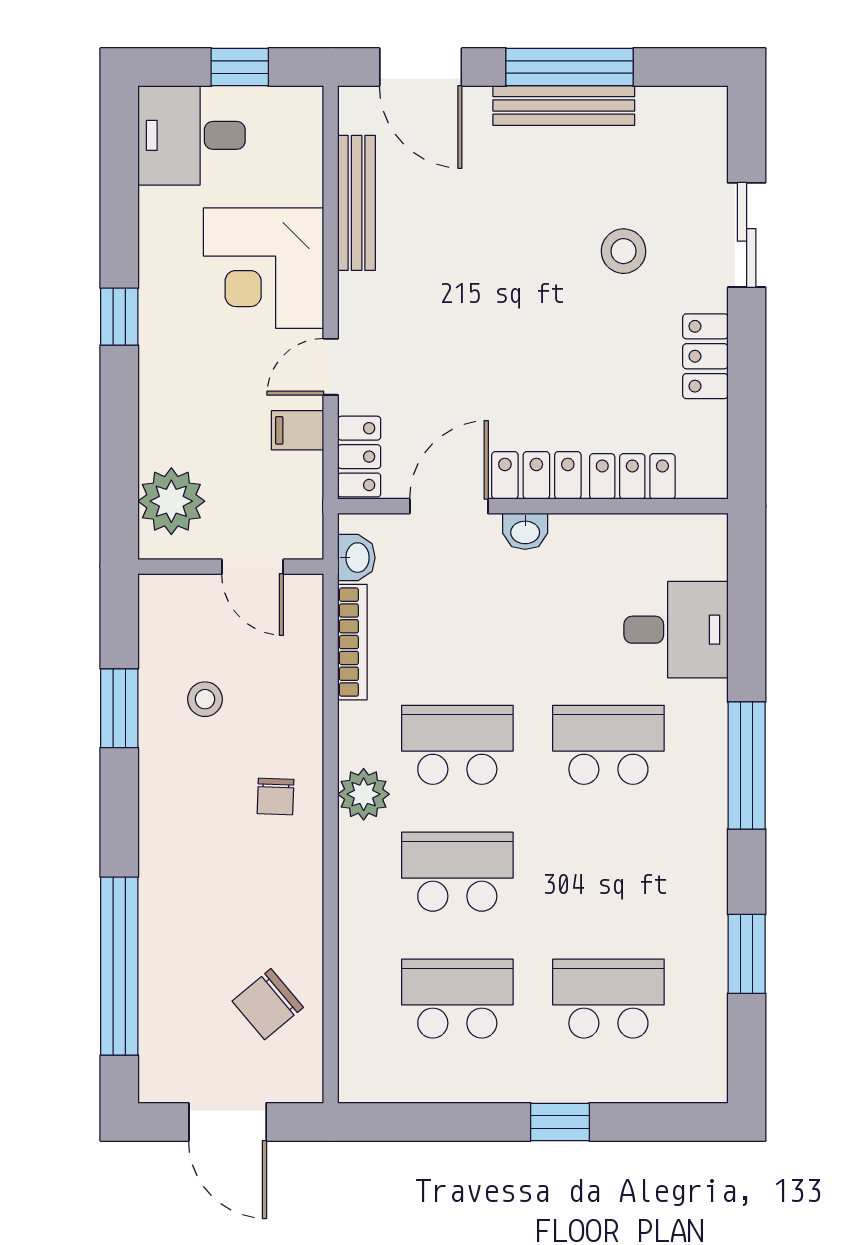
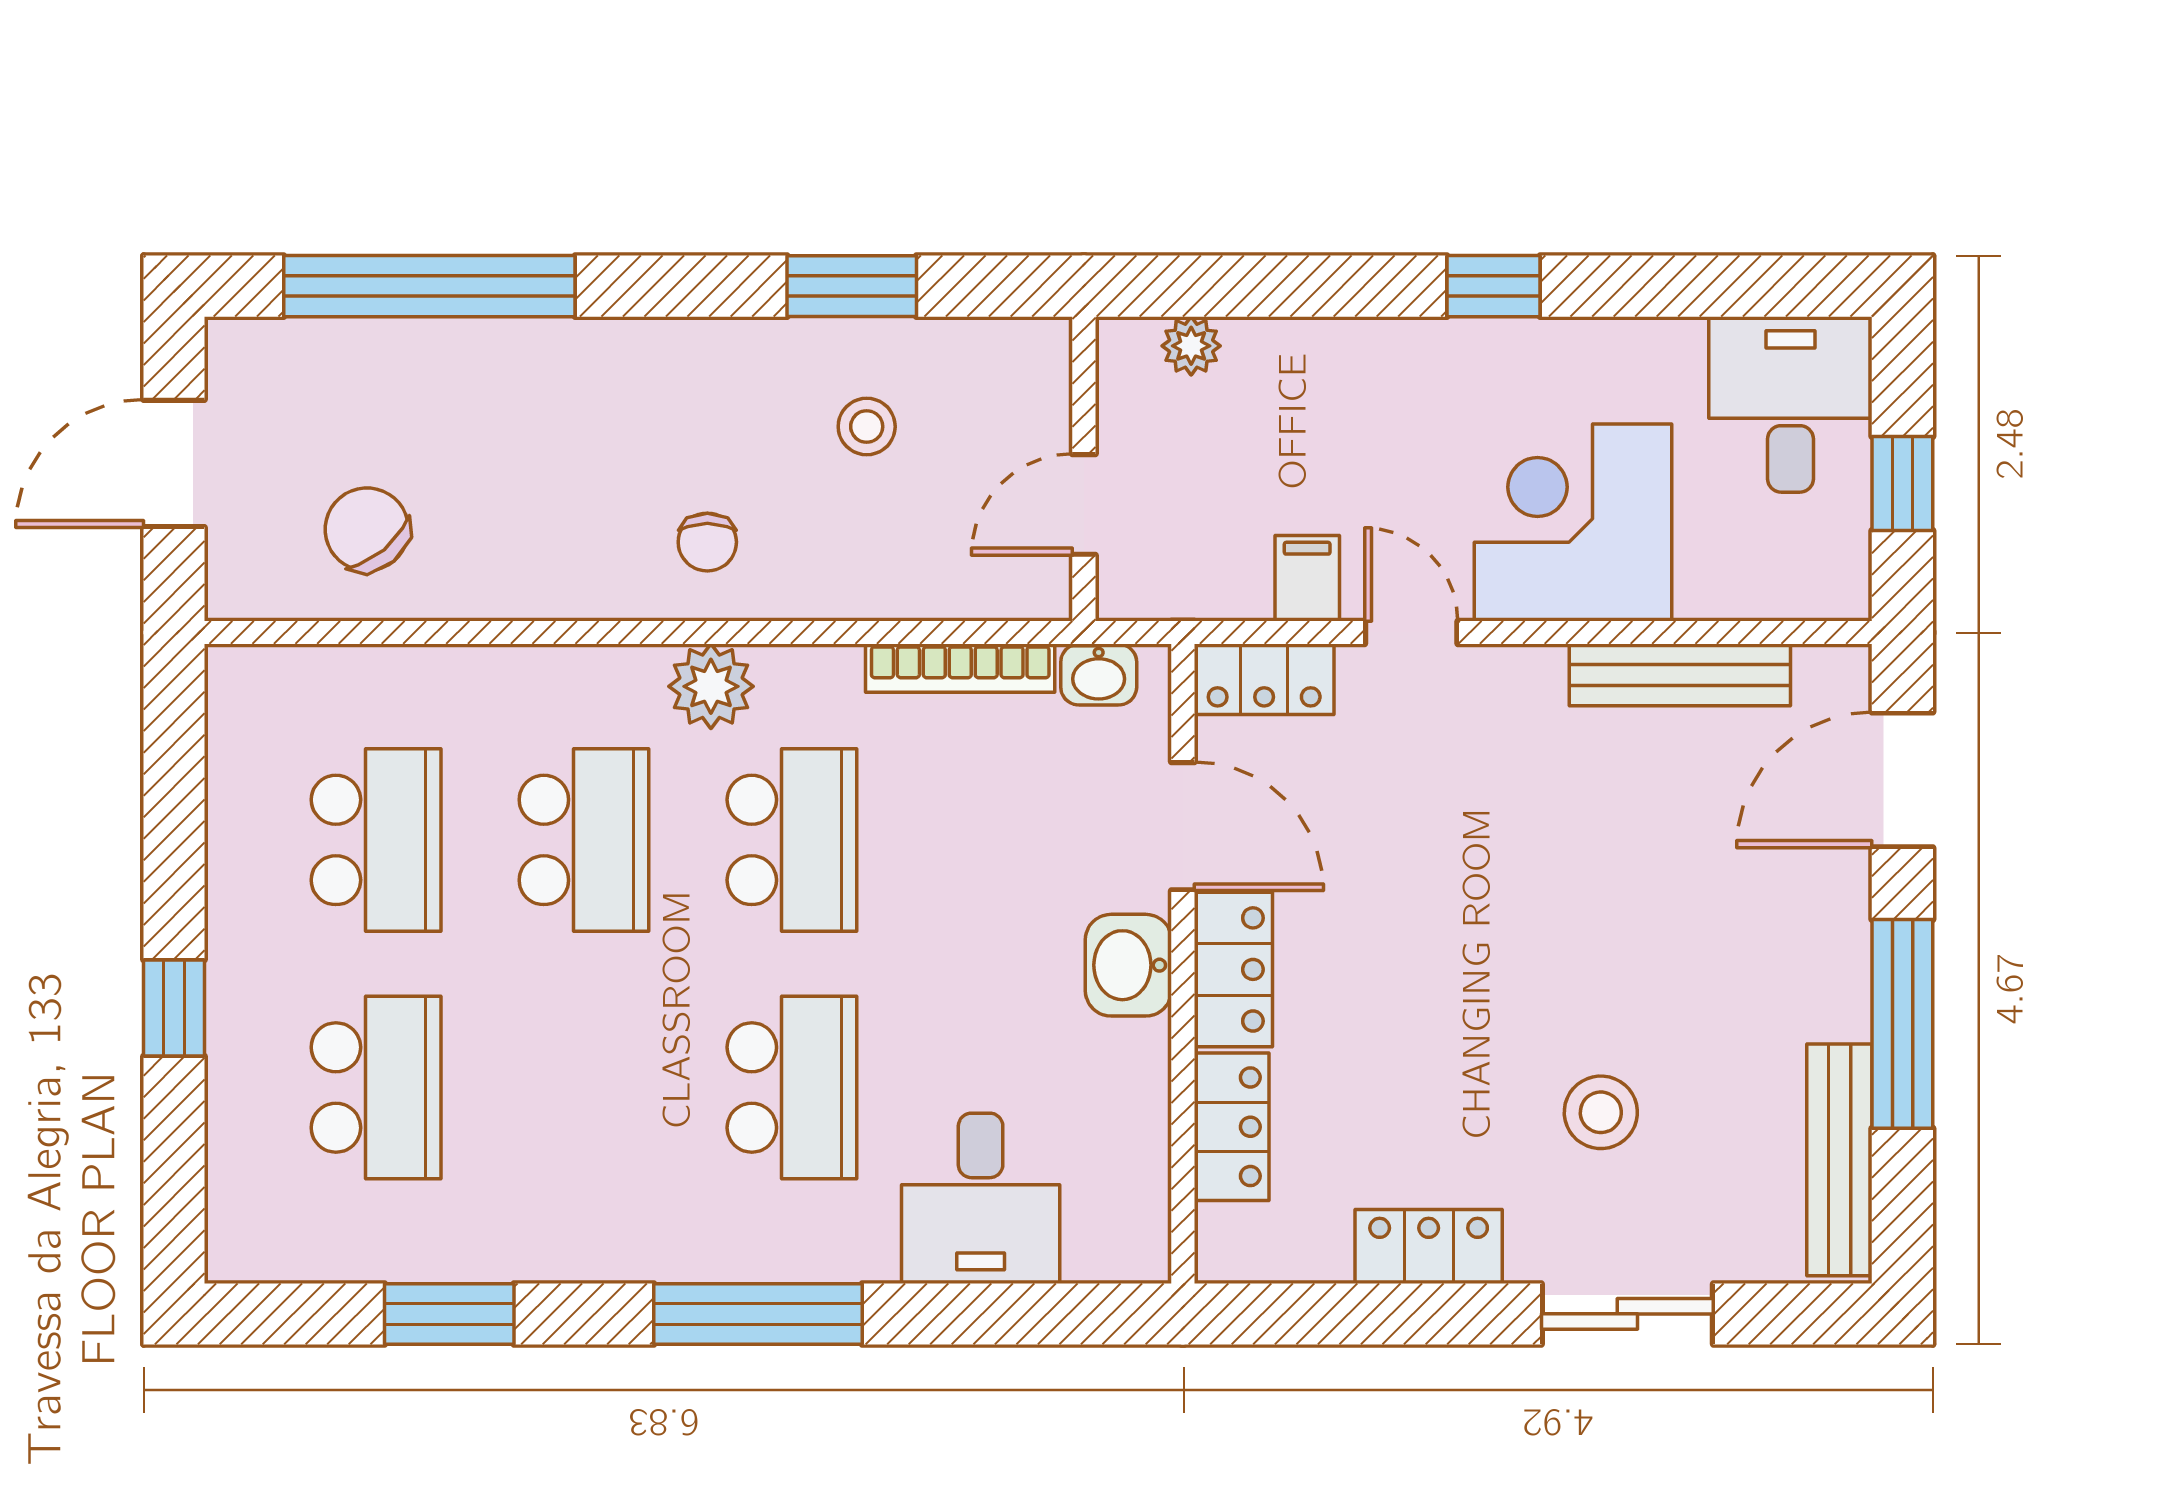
bench: (564, 105) -> (1839, 1160), moved
plant: (171, 501) -> (1191, 346), width x0.53, depth x0.53
washbasin: (525, 531) -> (1128, 965), width x1.38, depth x1.45
chair: (275, 796) -> (707, 542), turned -92

